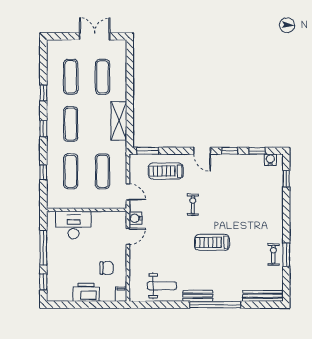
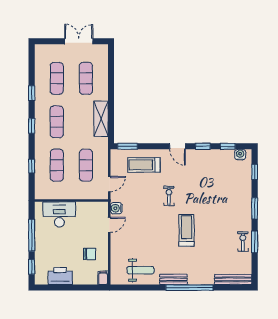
door: (128, 192) -> (109, 184), hinge flipped
window: (286, 218) -> (255, 208), added
treadmill: (212, 242) -> (186, 230), turned 90
printer: (86, 292) -> (60, 276), moved

